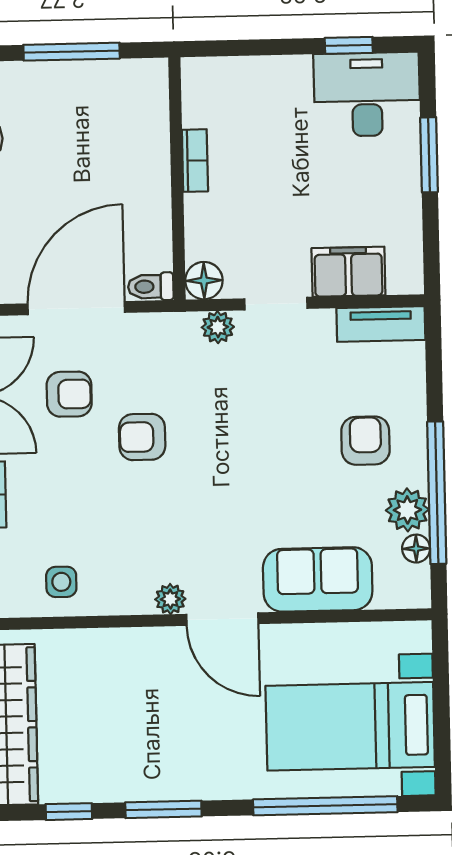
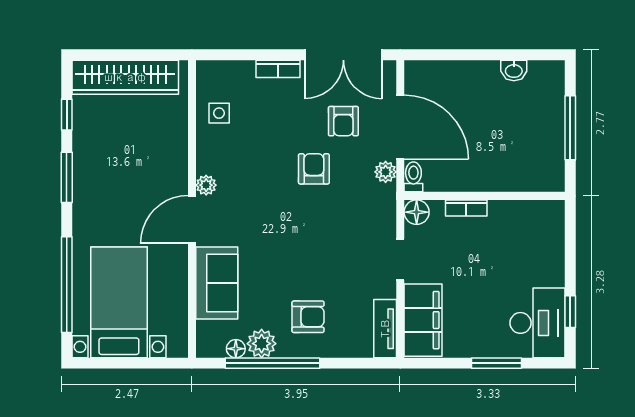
bookcase: (195, 161) -> (466, 208), moved
filing cabinet: (348, 272) -> (423, 320), width x1.50, depth x1.17
plant: (218, 327) -> (386, 172), moved

